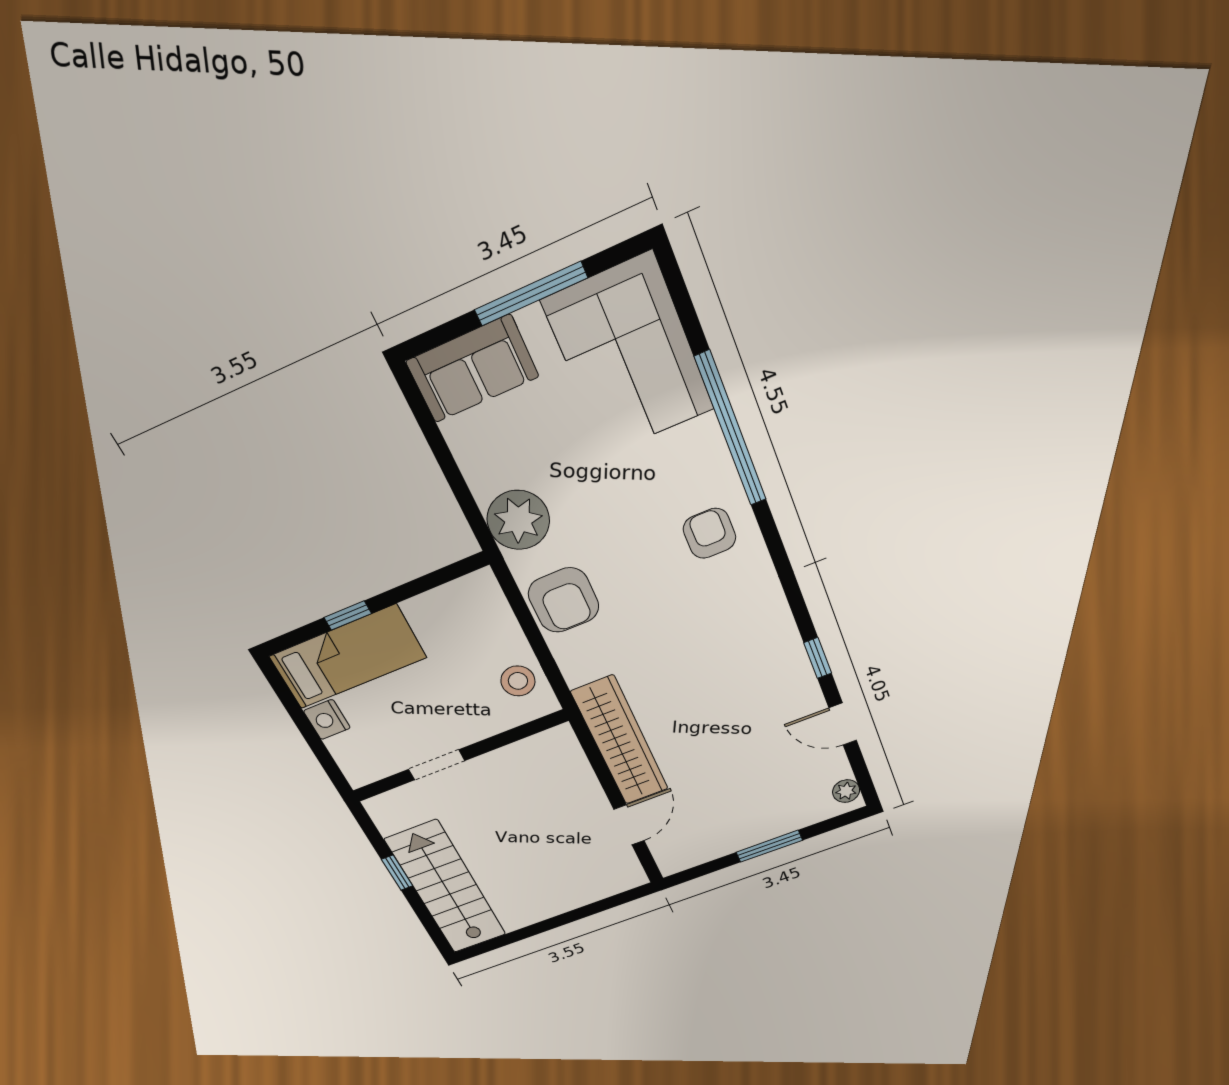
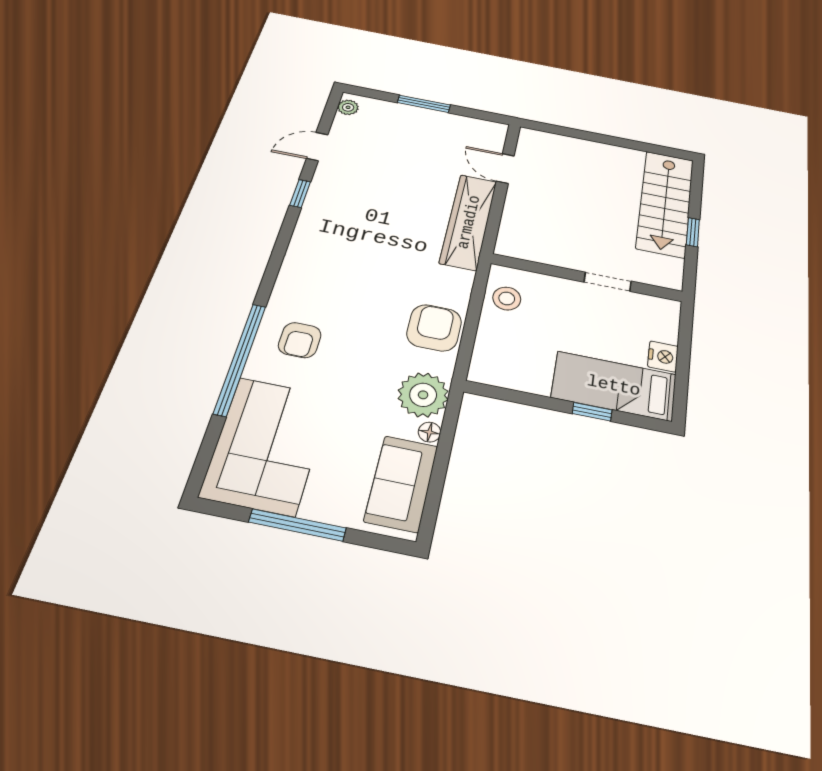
sofa: (472, 369) -> (401, 483), moved, turned -90
floor lamp: (481, 485) -> (430, 432), added
armchair: (710, 533) -> (300, 340), moved
door: (843, 724) -> (317, 147), swing flipped
door: (629, 825) -> (505, 169), hinge flipped

